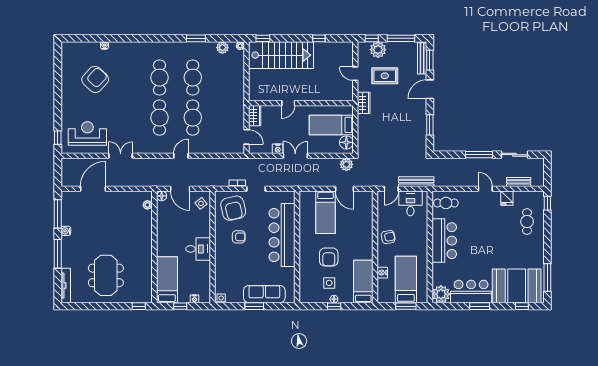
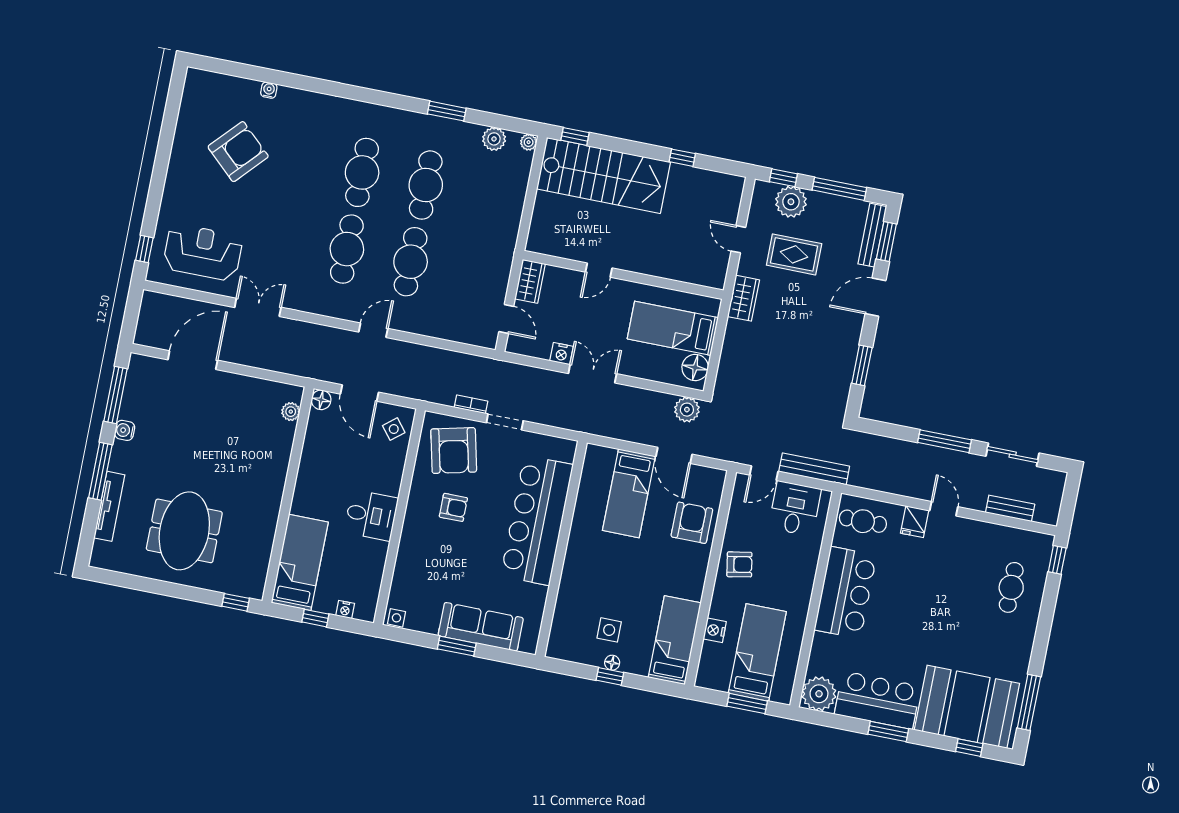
fridge: (507, 198) -> (915, 522), moved
armchair: (329, 257) -> (692, 523), moved, turned 180
tv unit: (66, 286) -> (109, 506), moved

